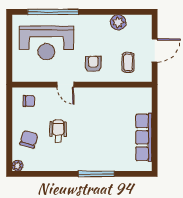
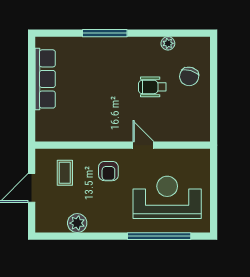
chair: (29, 101) -> (189, 125), removed
wheelchair: (58, 131) -> (152, 87), turned 90
plant: (18, 166) -> (168, 43), moved

